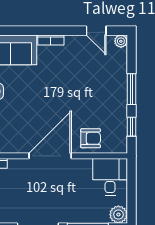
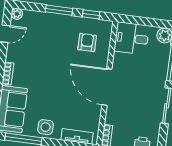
armchair: (91, 138) -> (87, 43), moved

